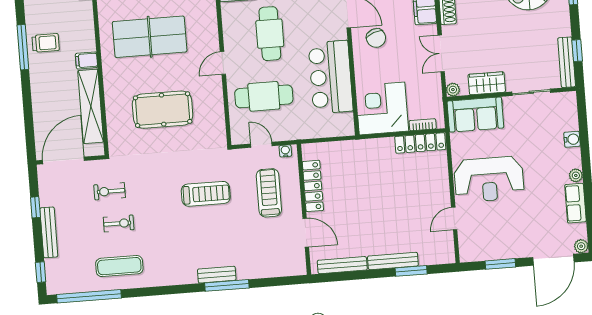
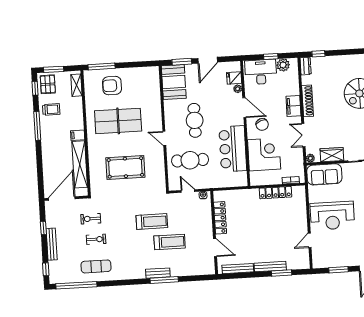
trolley: (46, 43) -> (51, 109), moved
door: (223, 63) -> (164, 138), hinge flipped
corner desk: (382, 108) -> (264, 154), moved, turned 90
locker: (420, 143) -> (275, 193), moved
treadmill: (269, 193) -> (170, 242), moved, turned 90

